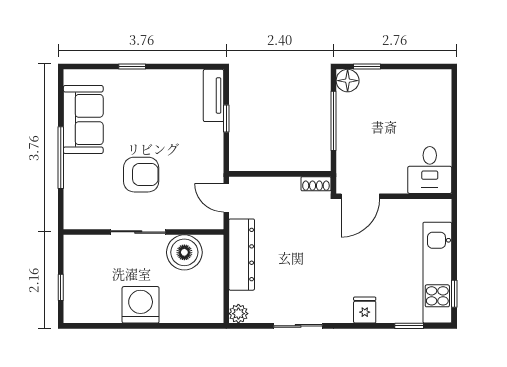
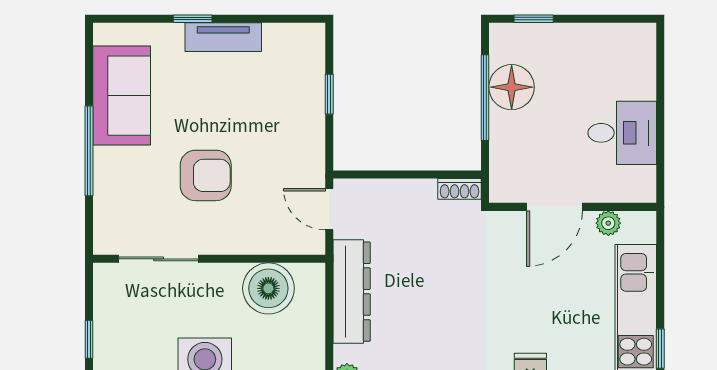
floor lamp: (348, 81) -> (512, 87), moved, width x1.38, depth x1.38
tv unit: (214, 95) -> (223, 37), moved, turned -90
desk: (430, 170) -> (622, 133), moved, turned -90
door: (360, 196) -> (555, 207), moved
plant: (418, 207) -> (608, 223), added
sliding door: (138, 232) -> (159, 259), moved

